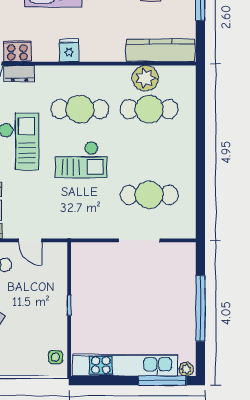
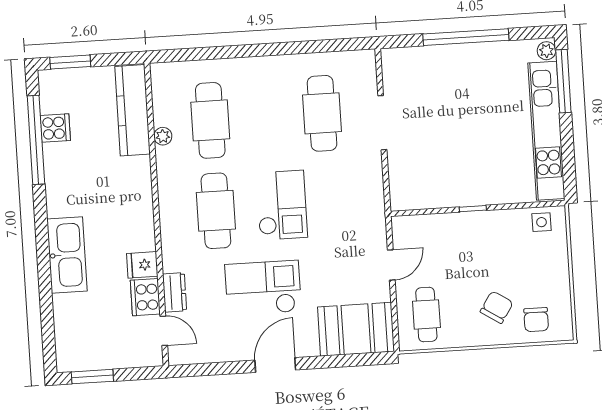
fridge: (69, 50) -> (142, 265), moved
plant: (145, 78) -> (163, 136), width x0.53, depth x0.53

